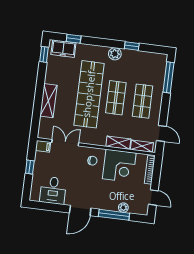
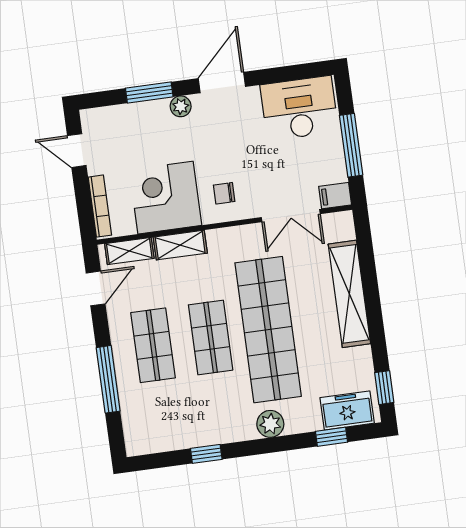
plant: (115, 54) -> (270, 424), moved
window: (168, 77) -> (108, 379), moved
shelving: (48, 101) -> (349, 294), width x1.47
door: (161, 133) -> (96, 288), swing flipped
window: (30, 167) -> (351, 145), width x2.17
desk: (53, 190) -> (299, 108), width x1.37
plant: (123, 208) -> (181, 106), moved
window: (114, 215) -> (149, 92), width x0.69

